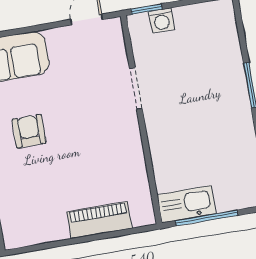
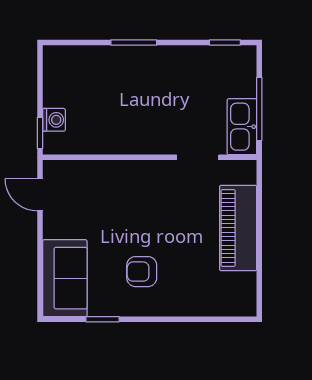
doorway: (136, 88) -> (198, 157), moved
piano: (99, 220) -> (238, 228), width x1.37, depth x1.33

